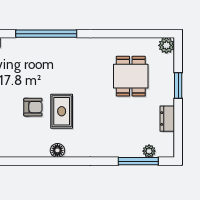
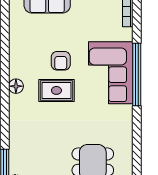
corner sofa: (44, 59) -> (111, 73), added

